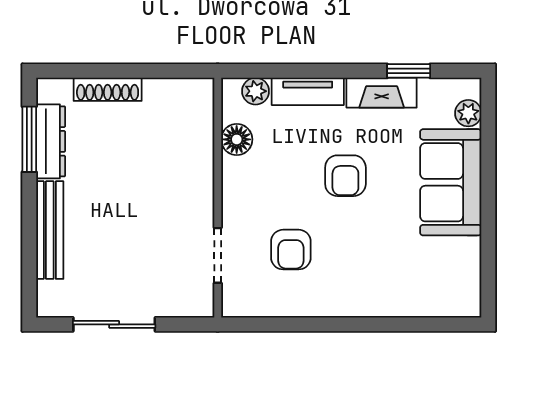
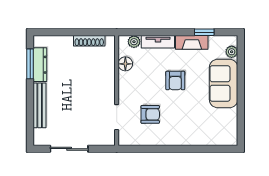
shoe rack: (108, 89) -> (89, 41), moved
armchair: (291, 250) -> (150, 114), turned -90

